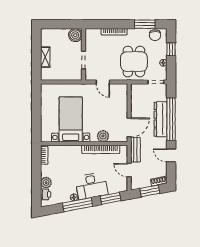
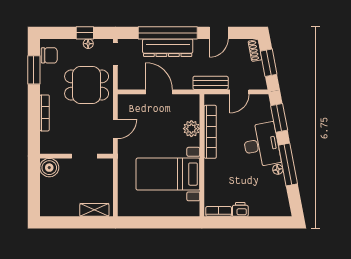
window: (171, 49) -> (85, 33), moved
shelving: (45, 57) -> (94, 210), moved
door: (129, 127) -> (159, 92), moved
plant: (46, 183) -> (257, 209), removed
printer: (46, 194) -> (240, 209), moved

